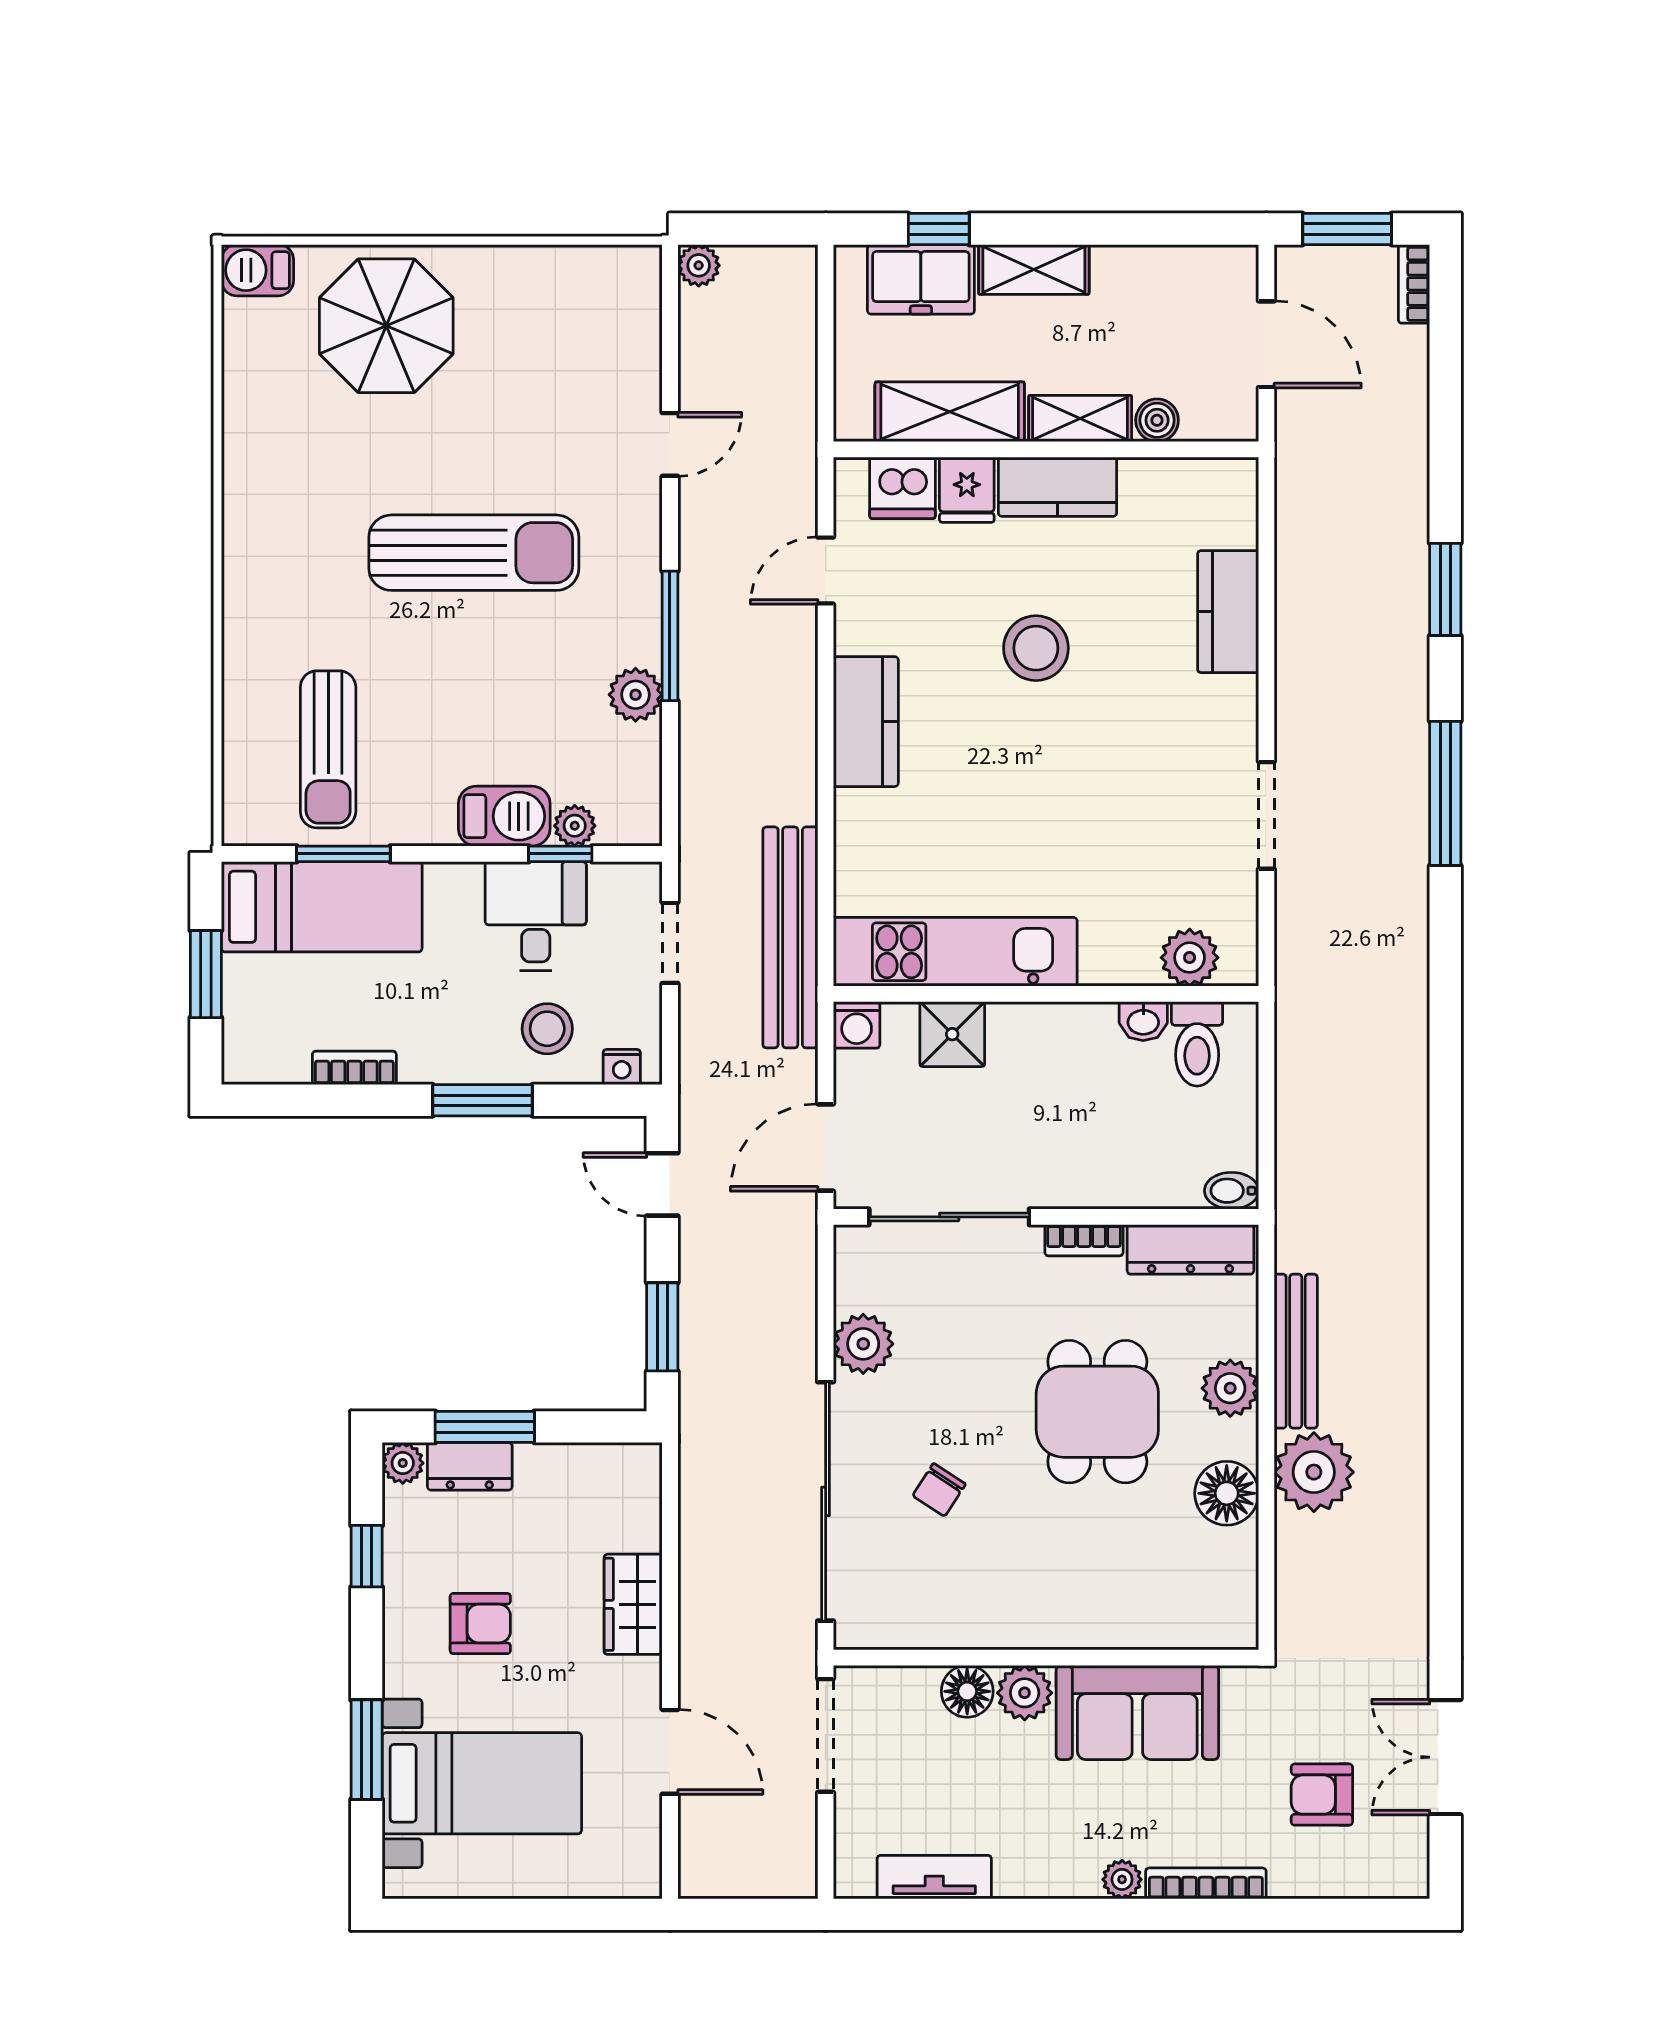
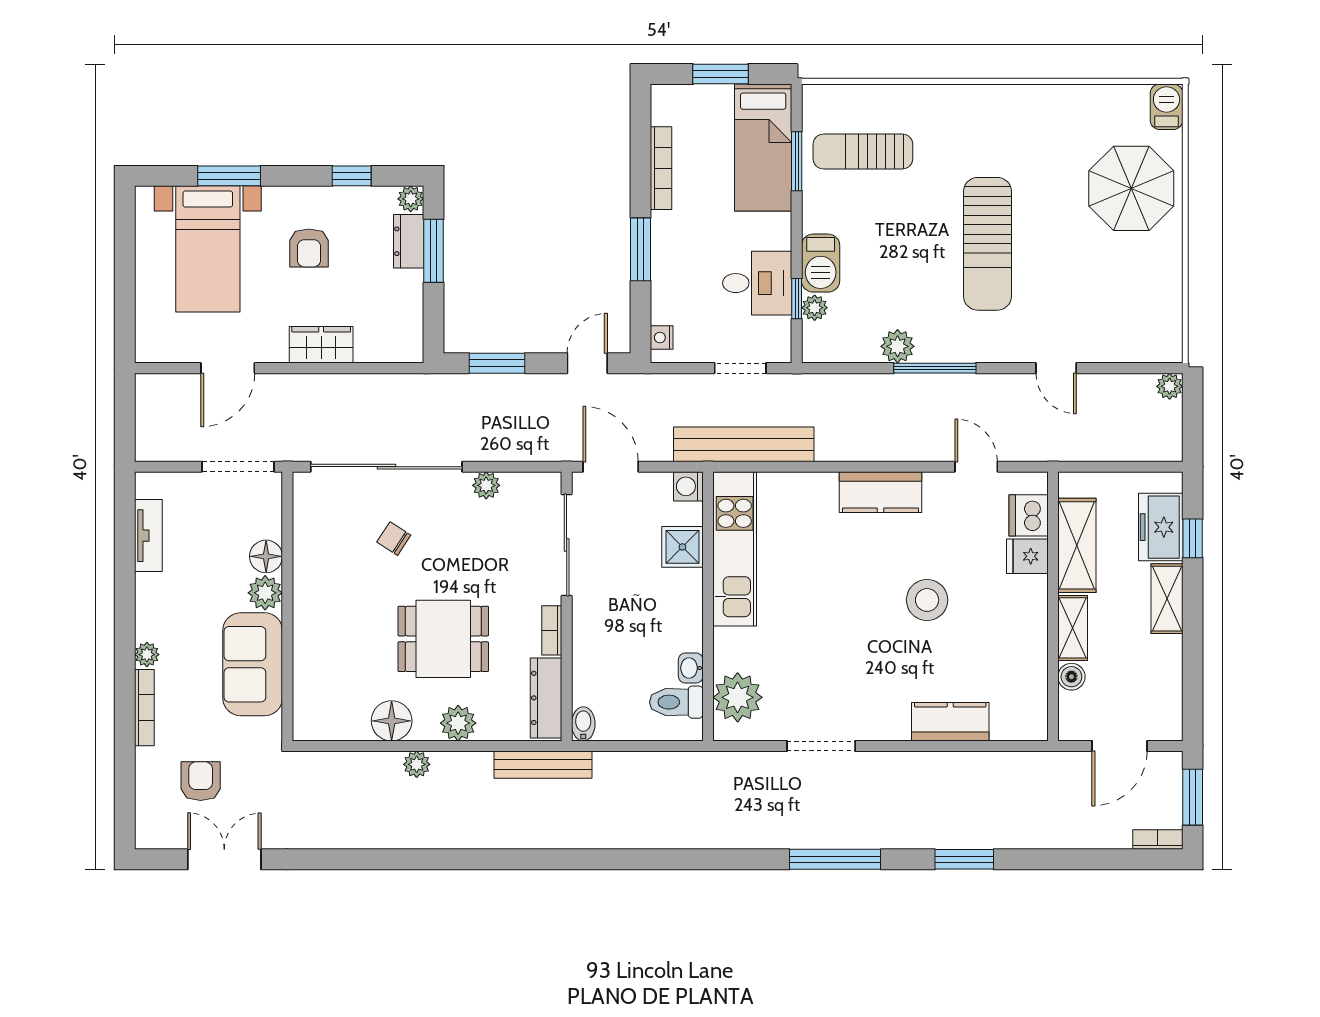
kitchen counter: (1057, 487) -> (1029, 614), removed
plant: (1190, 958) -> (738, 697), width x1.36, depth x1.36
stool: (547, 1029) -> (686, 290), removed
bookcase: (354, 1068) -> (661, 168), width x1.56
plant: (863, 1344) -> (486, 485), width x0.73, depth x0.73
bench: (1296, 1351) -> (543, 765), moved
plant: (1314, 1472) -> (417, 764), width x0.53, depth x0.53

